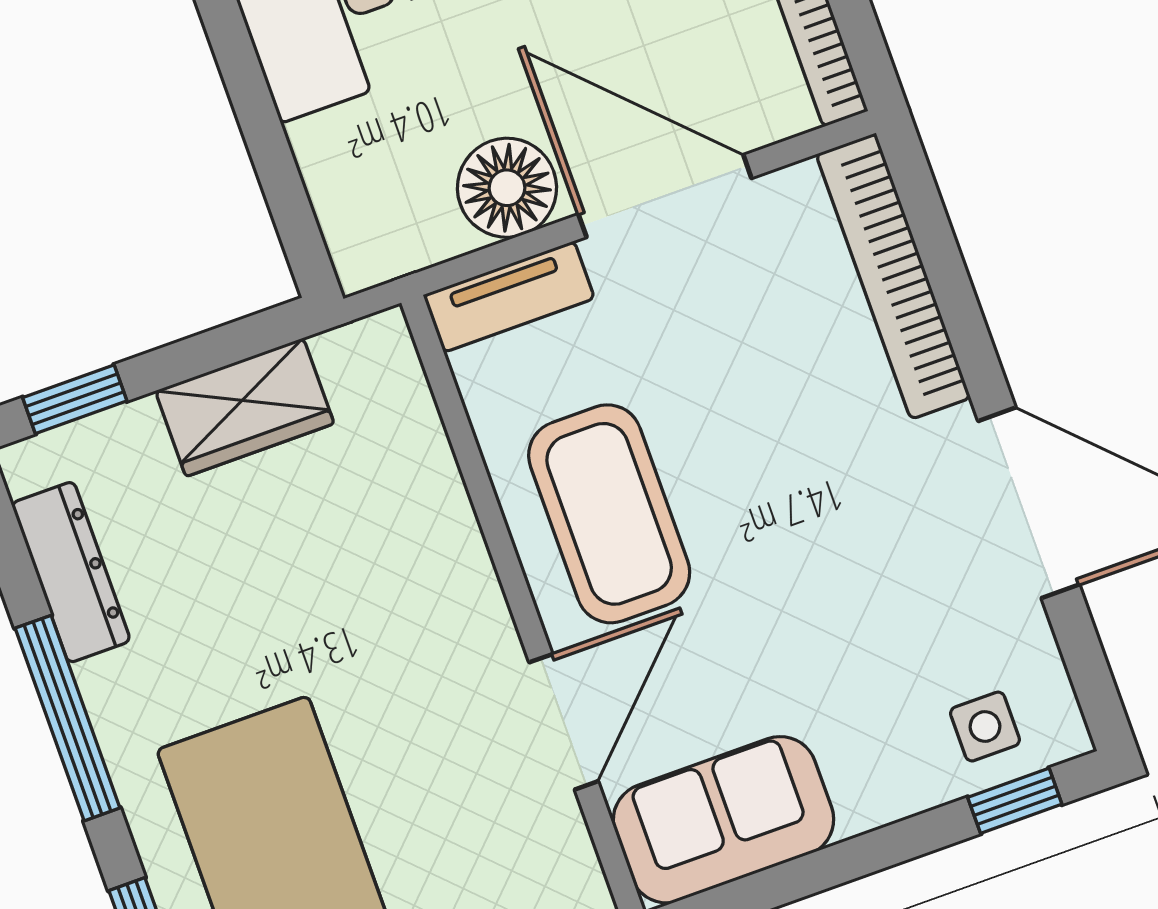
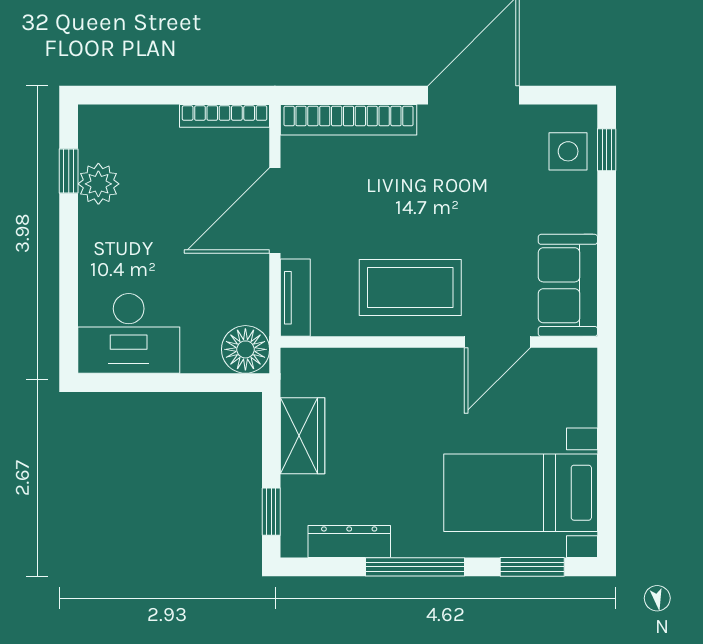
floor lamp: (507, 188) -> (245, 349), moved
door: (564, 722) -> (497, 342), swing flipped
side table: (985, 727) -> (568, 151), width x1.37, depth x1.37

